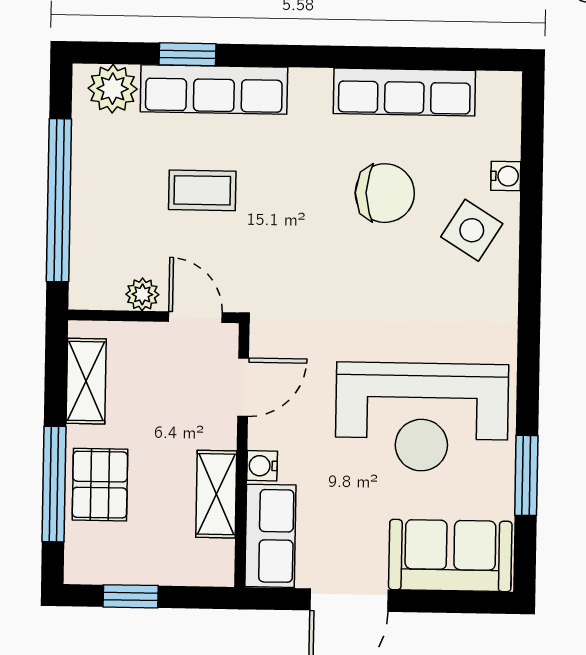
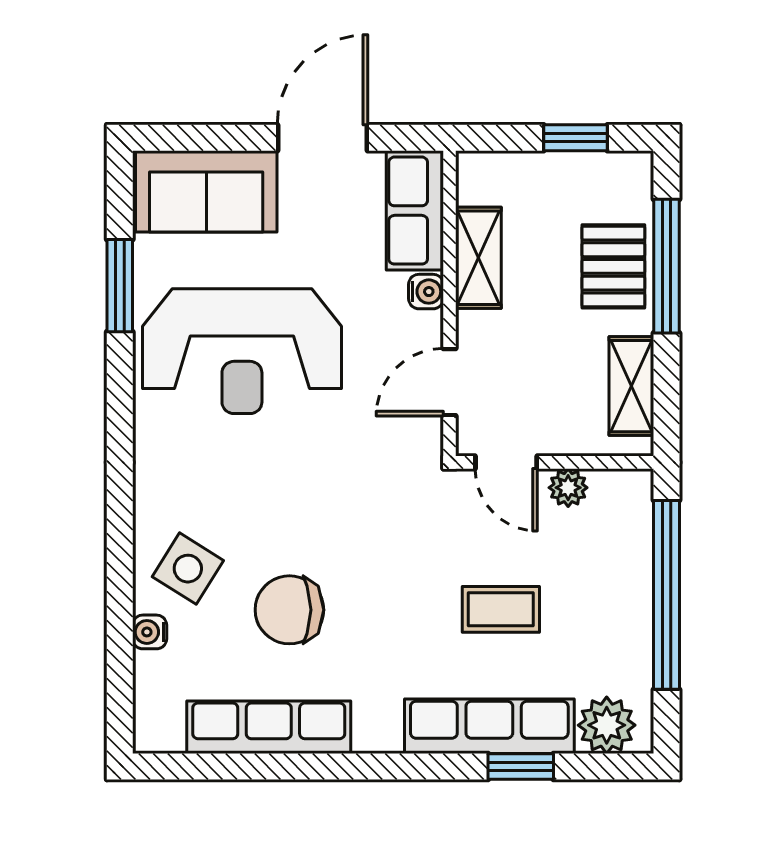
reception desk: (422, 417) -> (242, 351), turned 180

